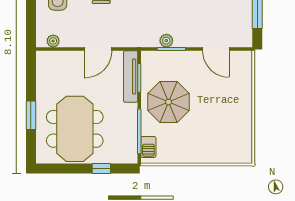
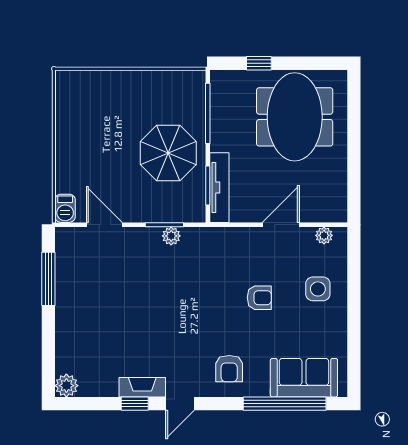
door: (98, 49) -> (281, 225), moved
window: (31, 115) -> (354, 135), removed
barbecue: (148, 147) -> (65, 208), moved, turned 180

